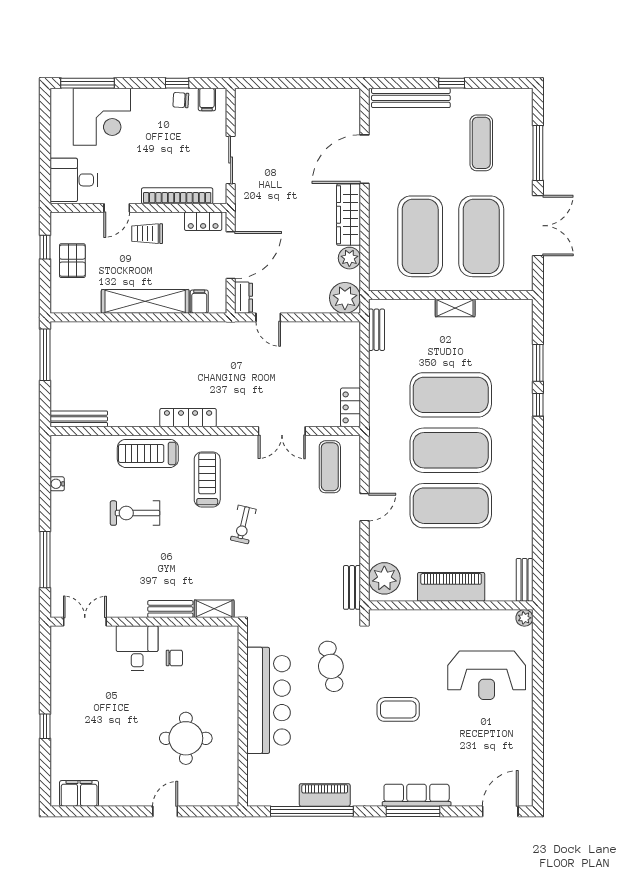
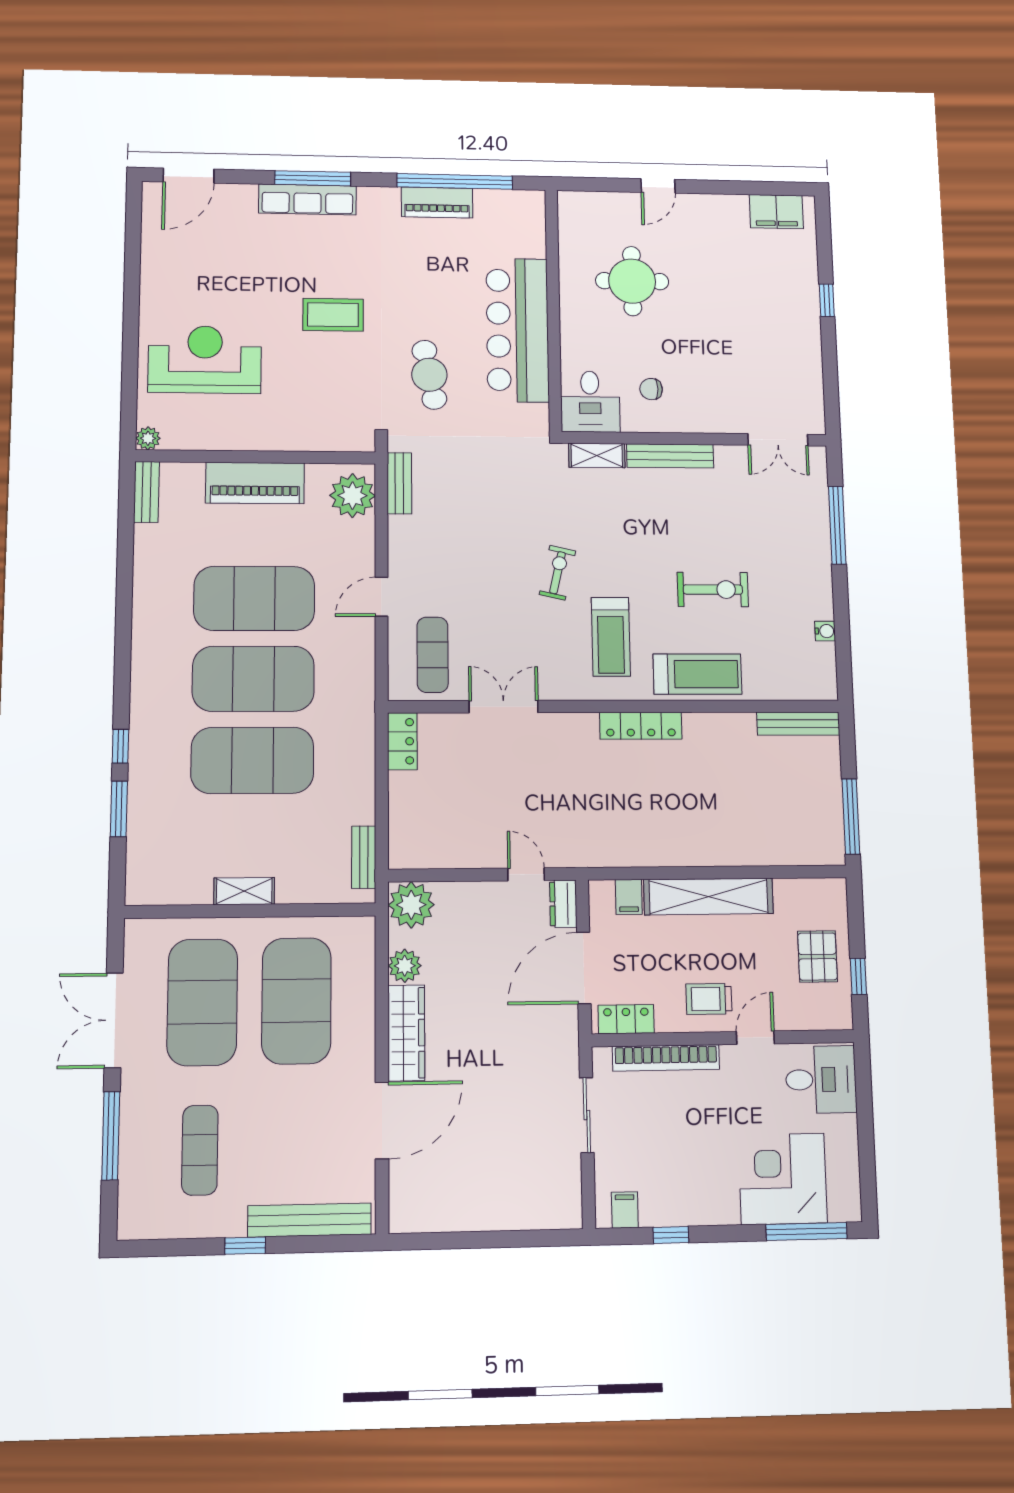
chair: (181, 100) -> (665, 1208), removed
trolley: (147, 234) -> (709, 999), turned 180
bench: (170, 609) -> (670, 456), width x1.36
desk: (137, 648) -> (590, 402), moved

